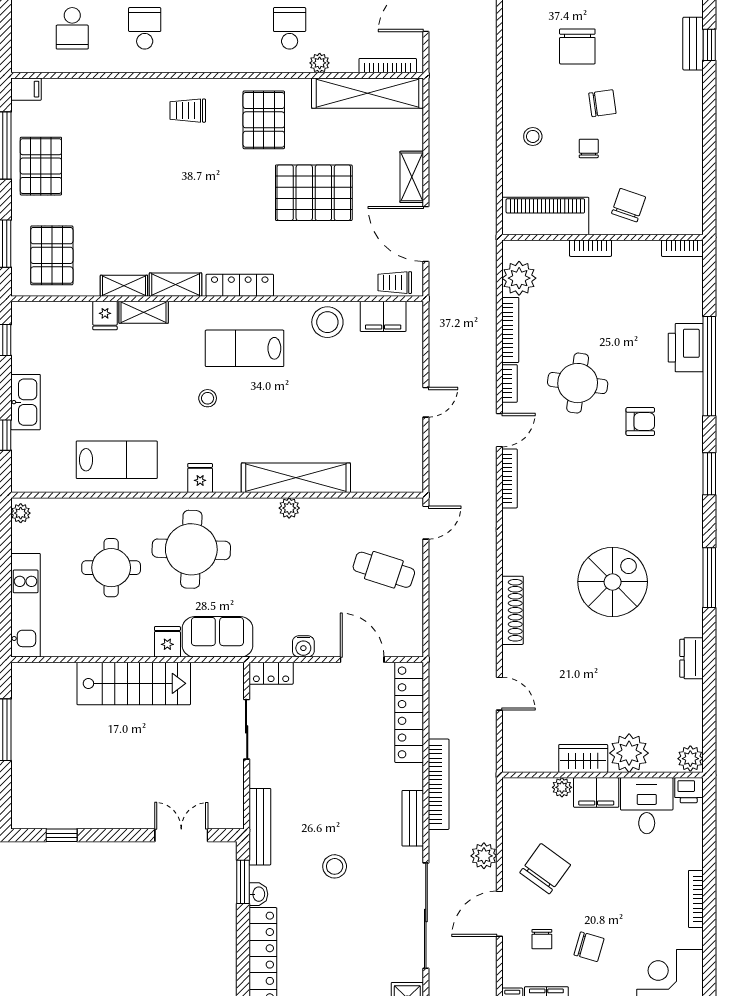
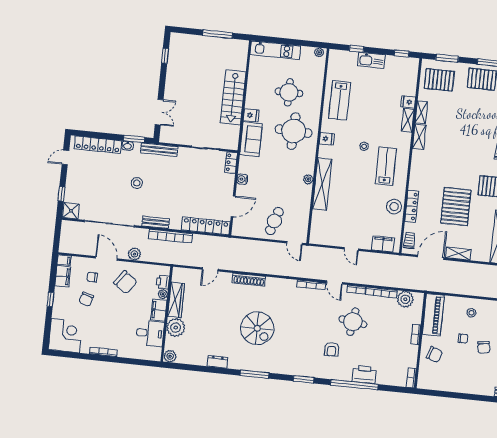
locker: (240, 285) -> (412, 206), moved
filing cabinet: (383, 316) -> (383, 244), moved, turned 90
wardrobe: (583, 758) -> (176, 300), width x1.50
printer: (689, 790) -> (163, 282), moved

